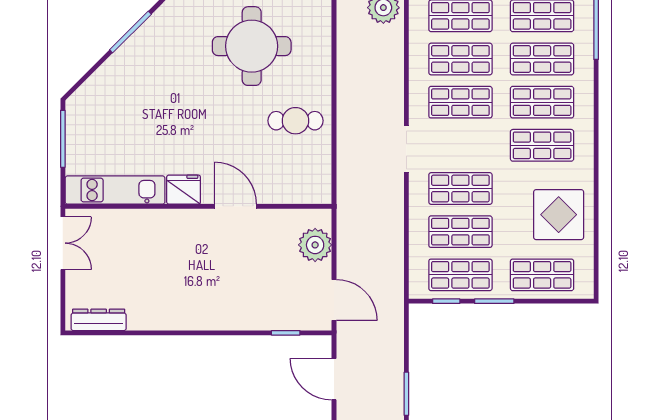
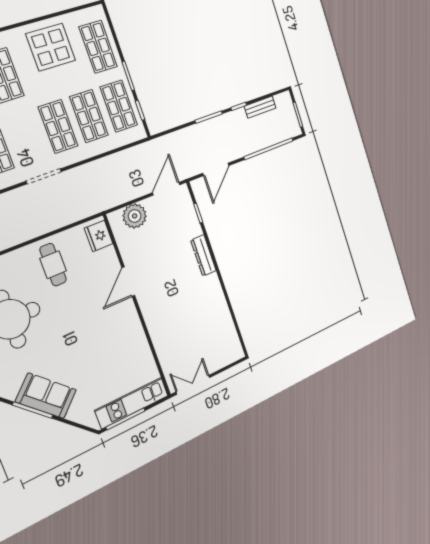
sofa: (140, 54) -> (46, 396), added
kitchen unit: (115, 190) -> (132, 403), moved, turned 90
fridge: (184, 190) -> (99, 236), moved
dresser: (99, 320) -> (203, 255), moved

